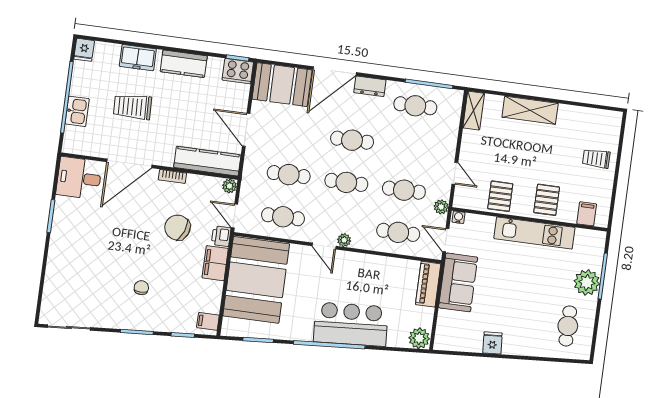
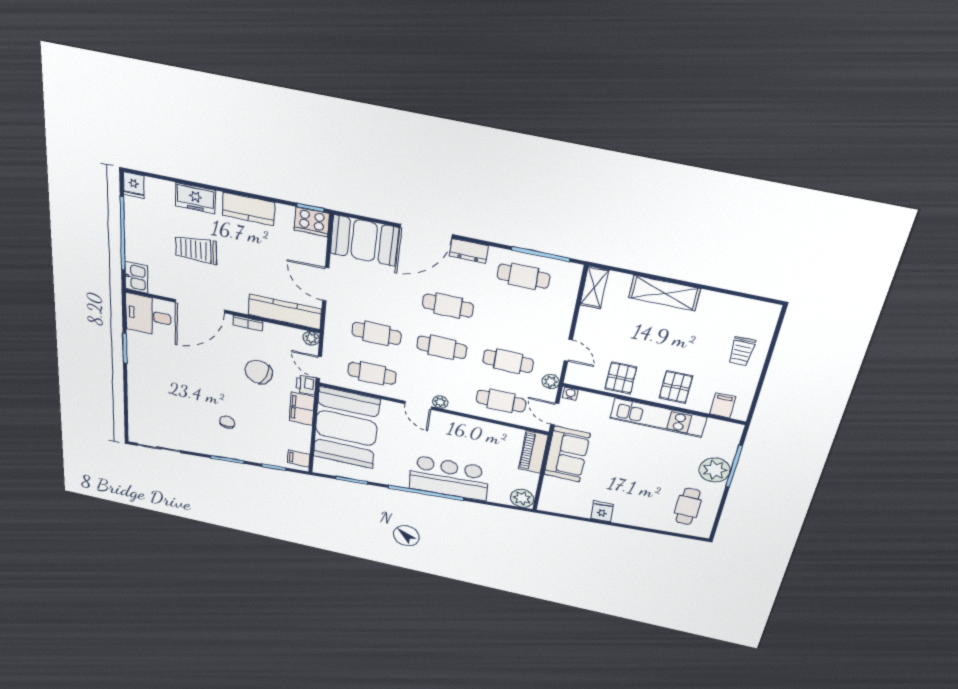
kitchen sink: (77, 111) -> (136, 277), moved
trolley: (596, 159) -> (742, 351), turned -90

